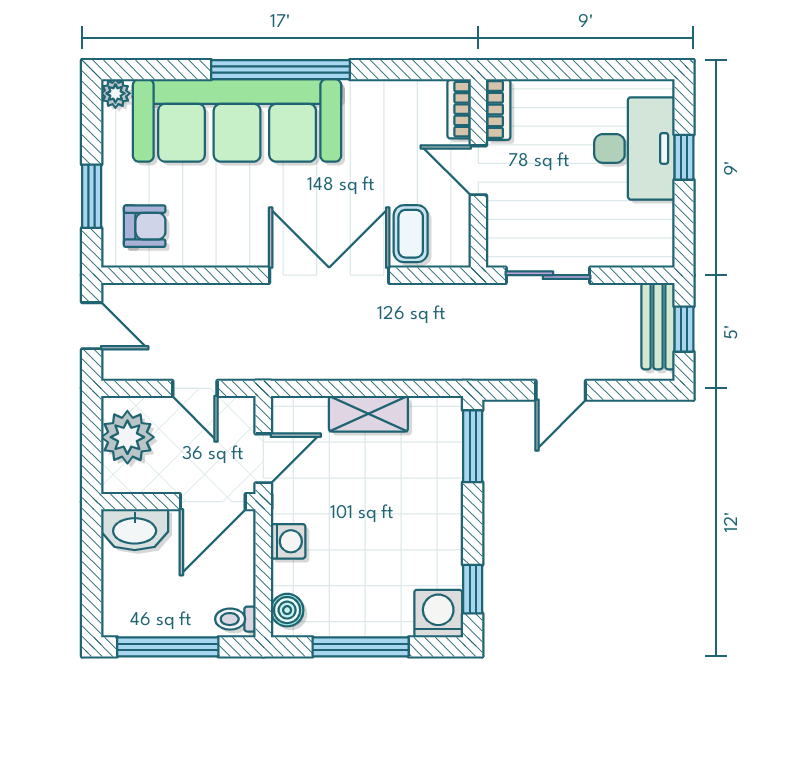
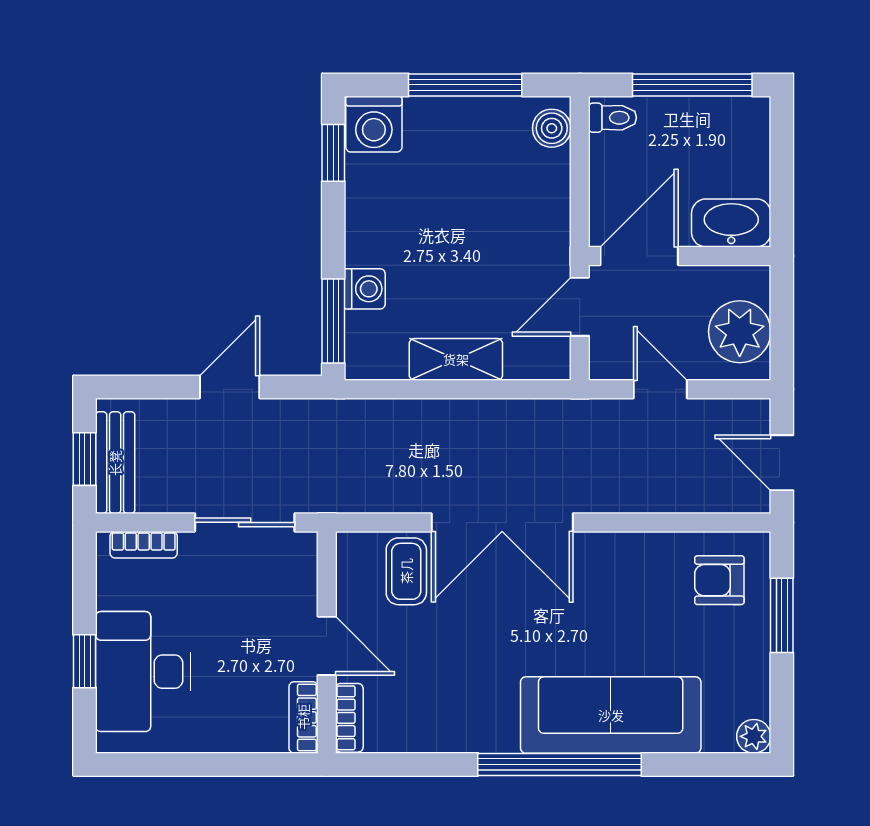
sofa: (237, 120) -> (611, 715), width x0.74, depth x0.79
bookcase: (634, 256) -> (144, 545), added
washing machine: (288, 541) -> (365, 289), moved, turned 180

